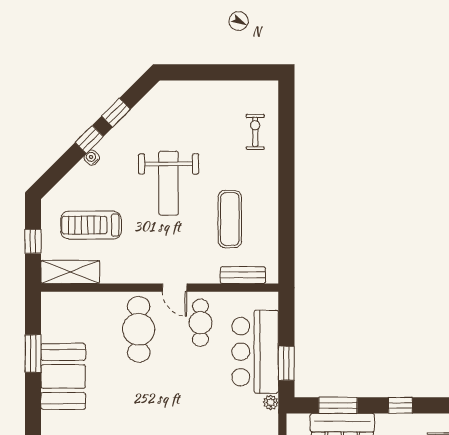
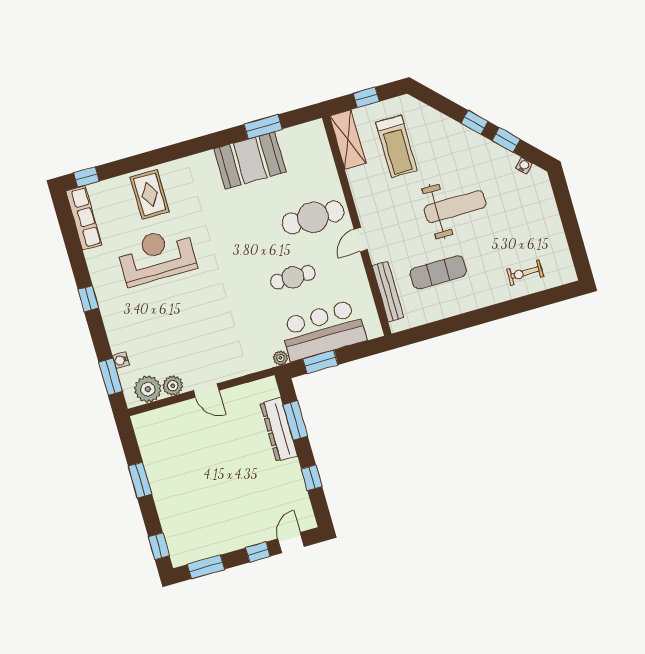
exercise bike: (255, 132) -> (525, 273), turned 180
water cooler: (92, 158) -> (524, 166), moved
weight bench: (169, 183) -> (455, 207), turned 180
treadmill: (91, 225) -> (396, 146), turned 180
bench: (243, 275) -> (388, 292), width x1.36
cafe table: (201, 323) -> (293, 277), moved

